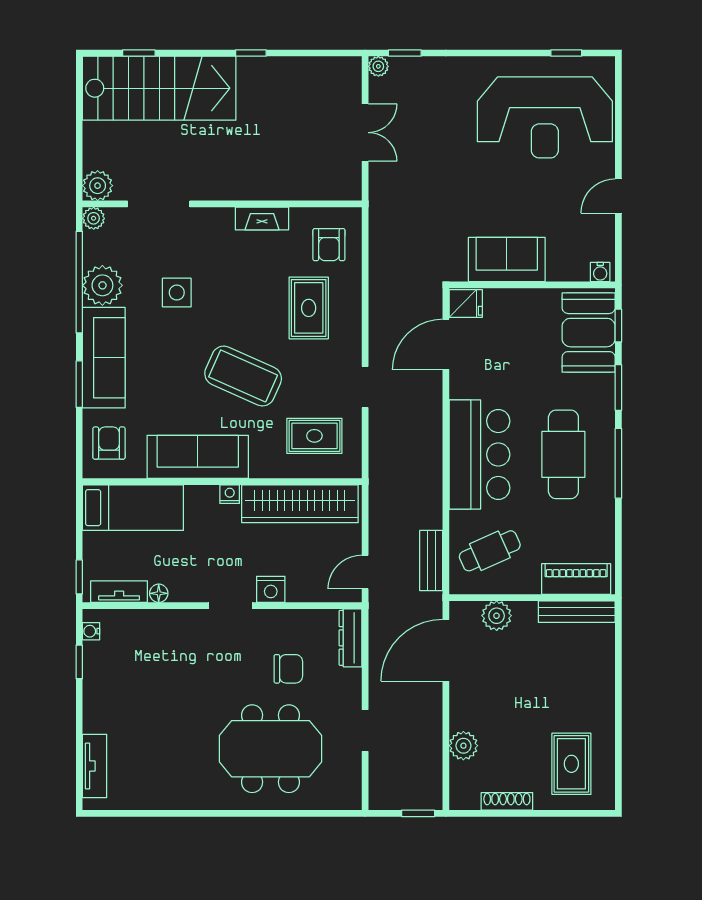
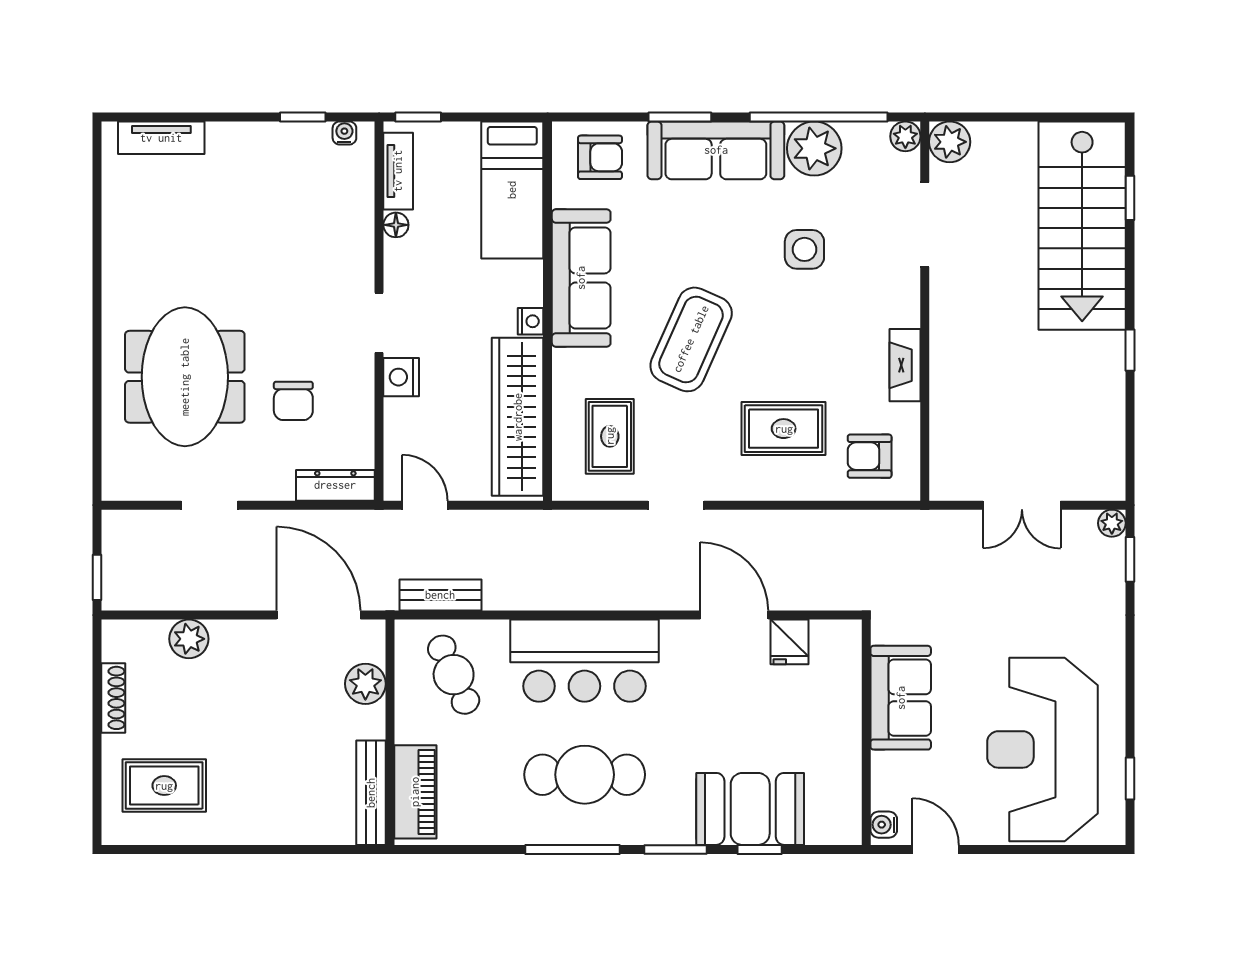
sofa: (507, 259) -> (901, 698), moved
water cooler: (600, 272) -> (884, 825), moved
wall: (532, 285) -> (866, 732), moved

